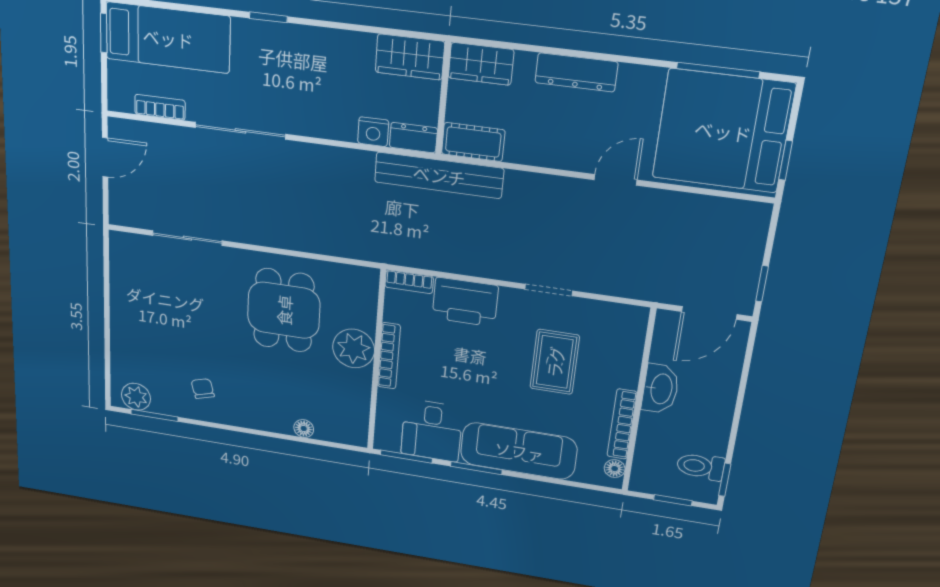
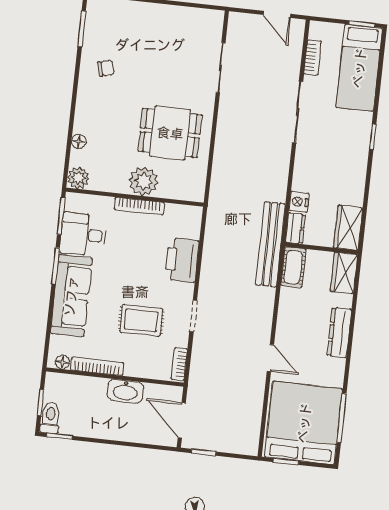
bookcase: (409, 282) -> (179, 364), moved
plant: (136, 397) -> (78, 178), moved
toilet: (701, 466) -> (50, 418), moved

